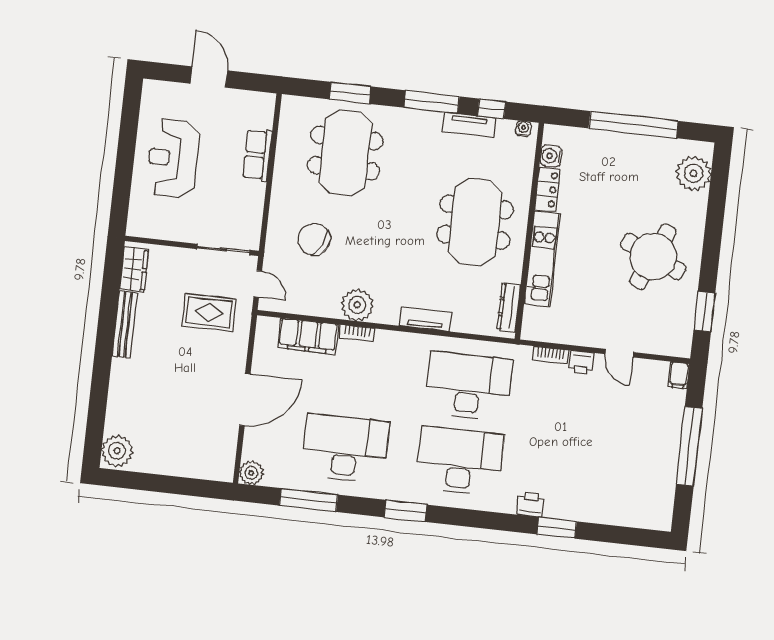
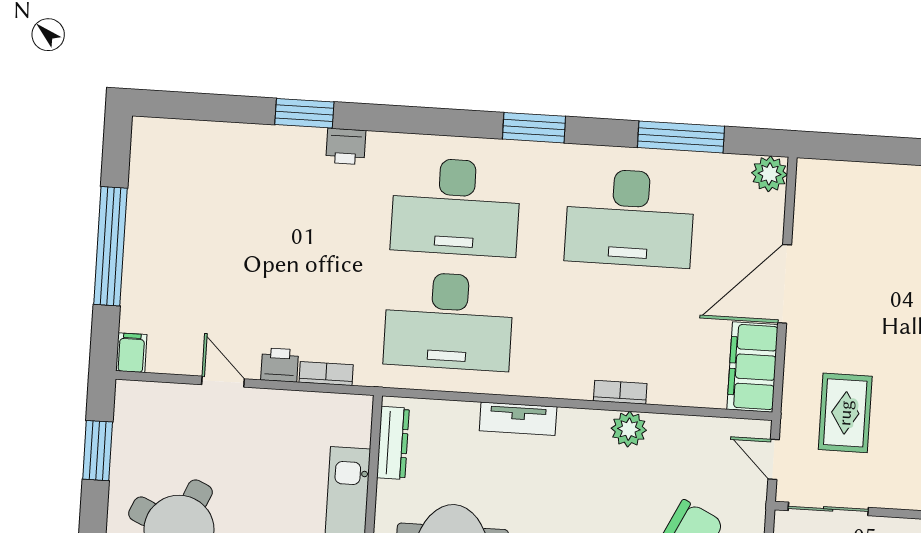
plant: (357, 305) -> (629, 429), width x0.73, depth x0.73
rug: (209, 312) -> (845, 413), turned 90
filing cabinet: (308, 336) -> (753, 367), moved, turned -90

